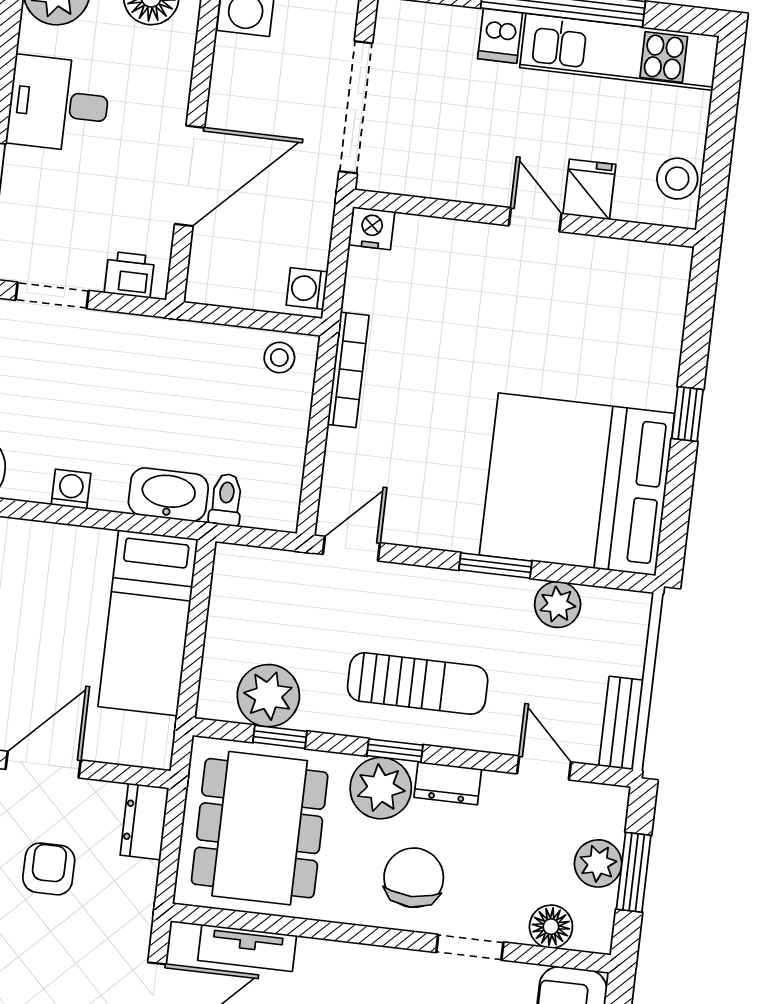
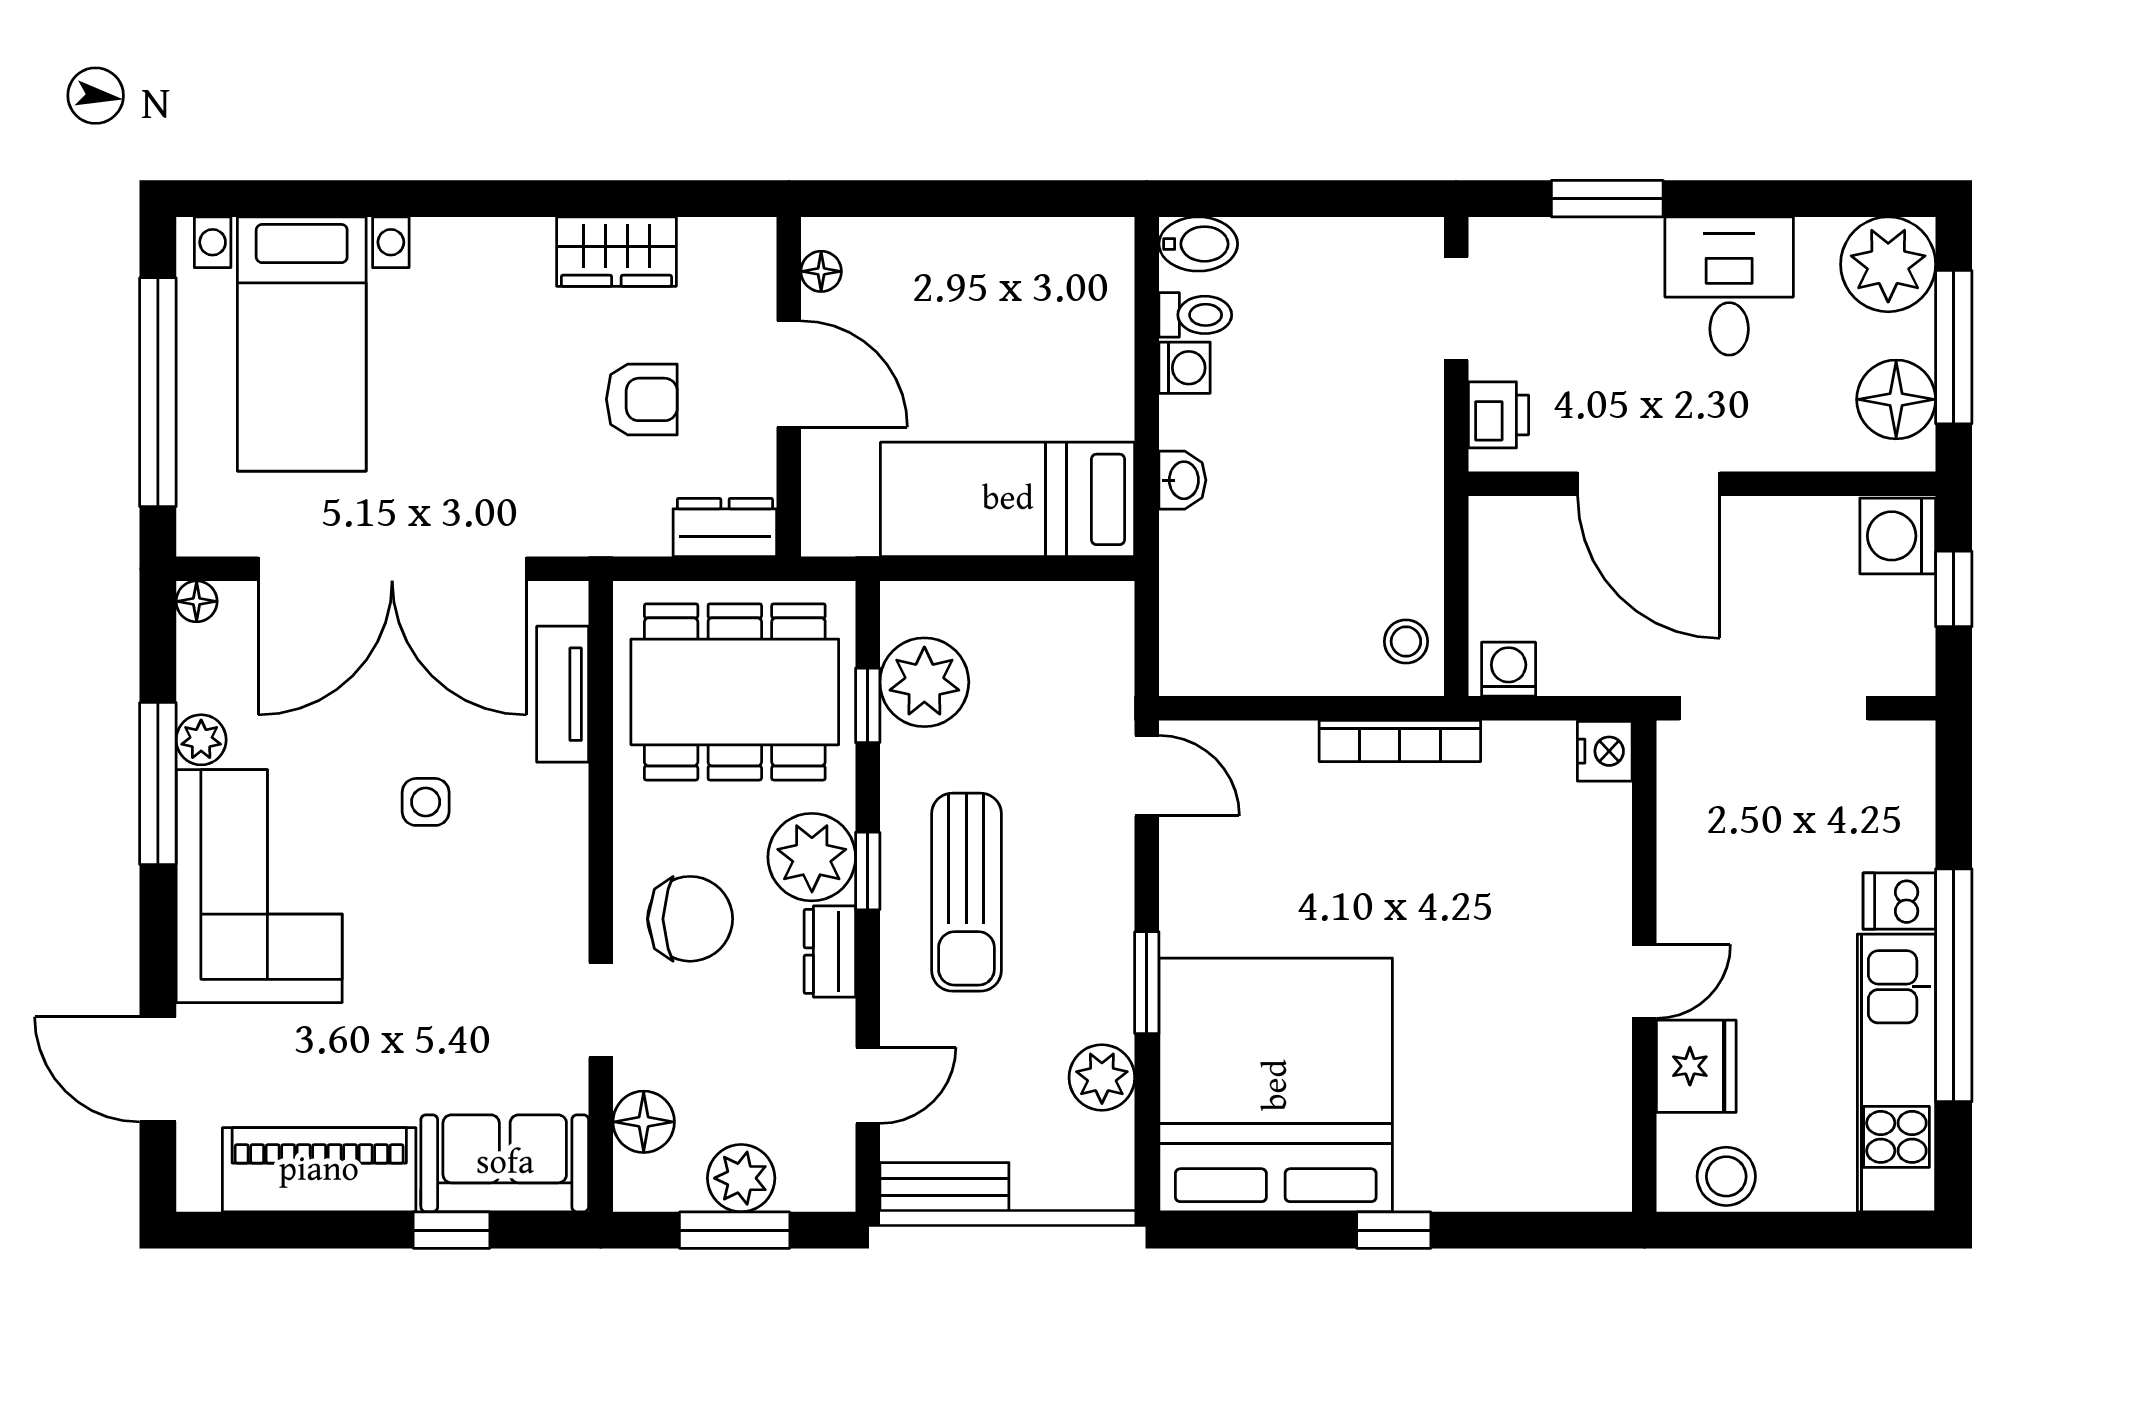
fridge: (589, 189) -> (1696, 1066), width x1.38
washbasin: (168, 495) -> (1182, 480), width x0.52, depth x0.69
toilet: (226, 500) -> (1195, 315), moved

